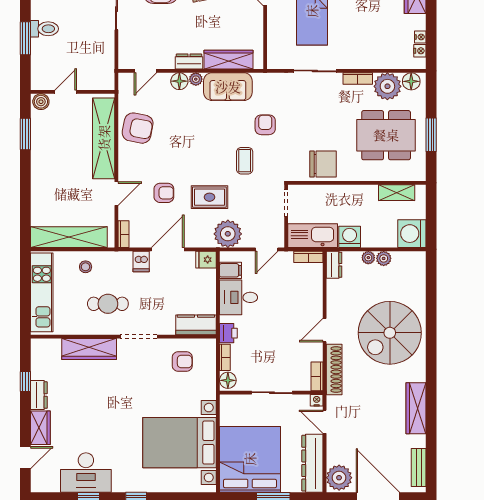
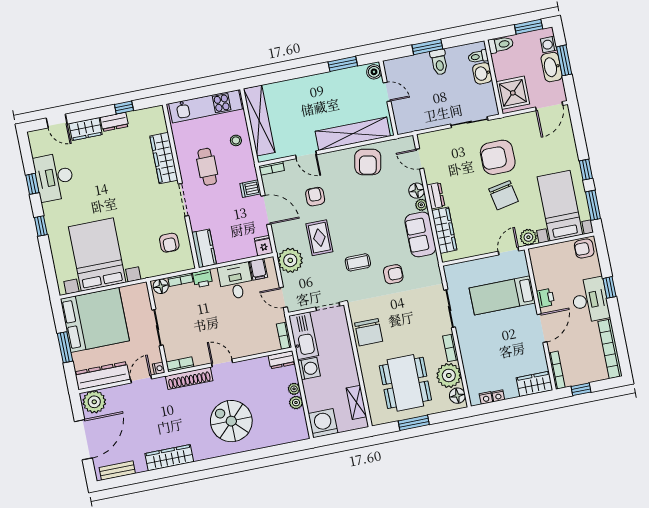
armchair: (164, 193) -> (315, 197), turned 180
spiral stairs: (390, 333) -> (231, 421), width x0.73, depth x0.73

